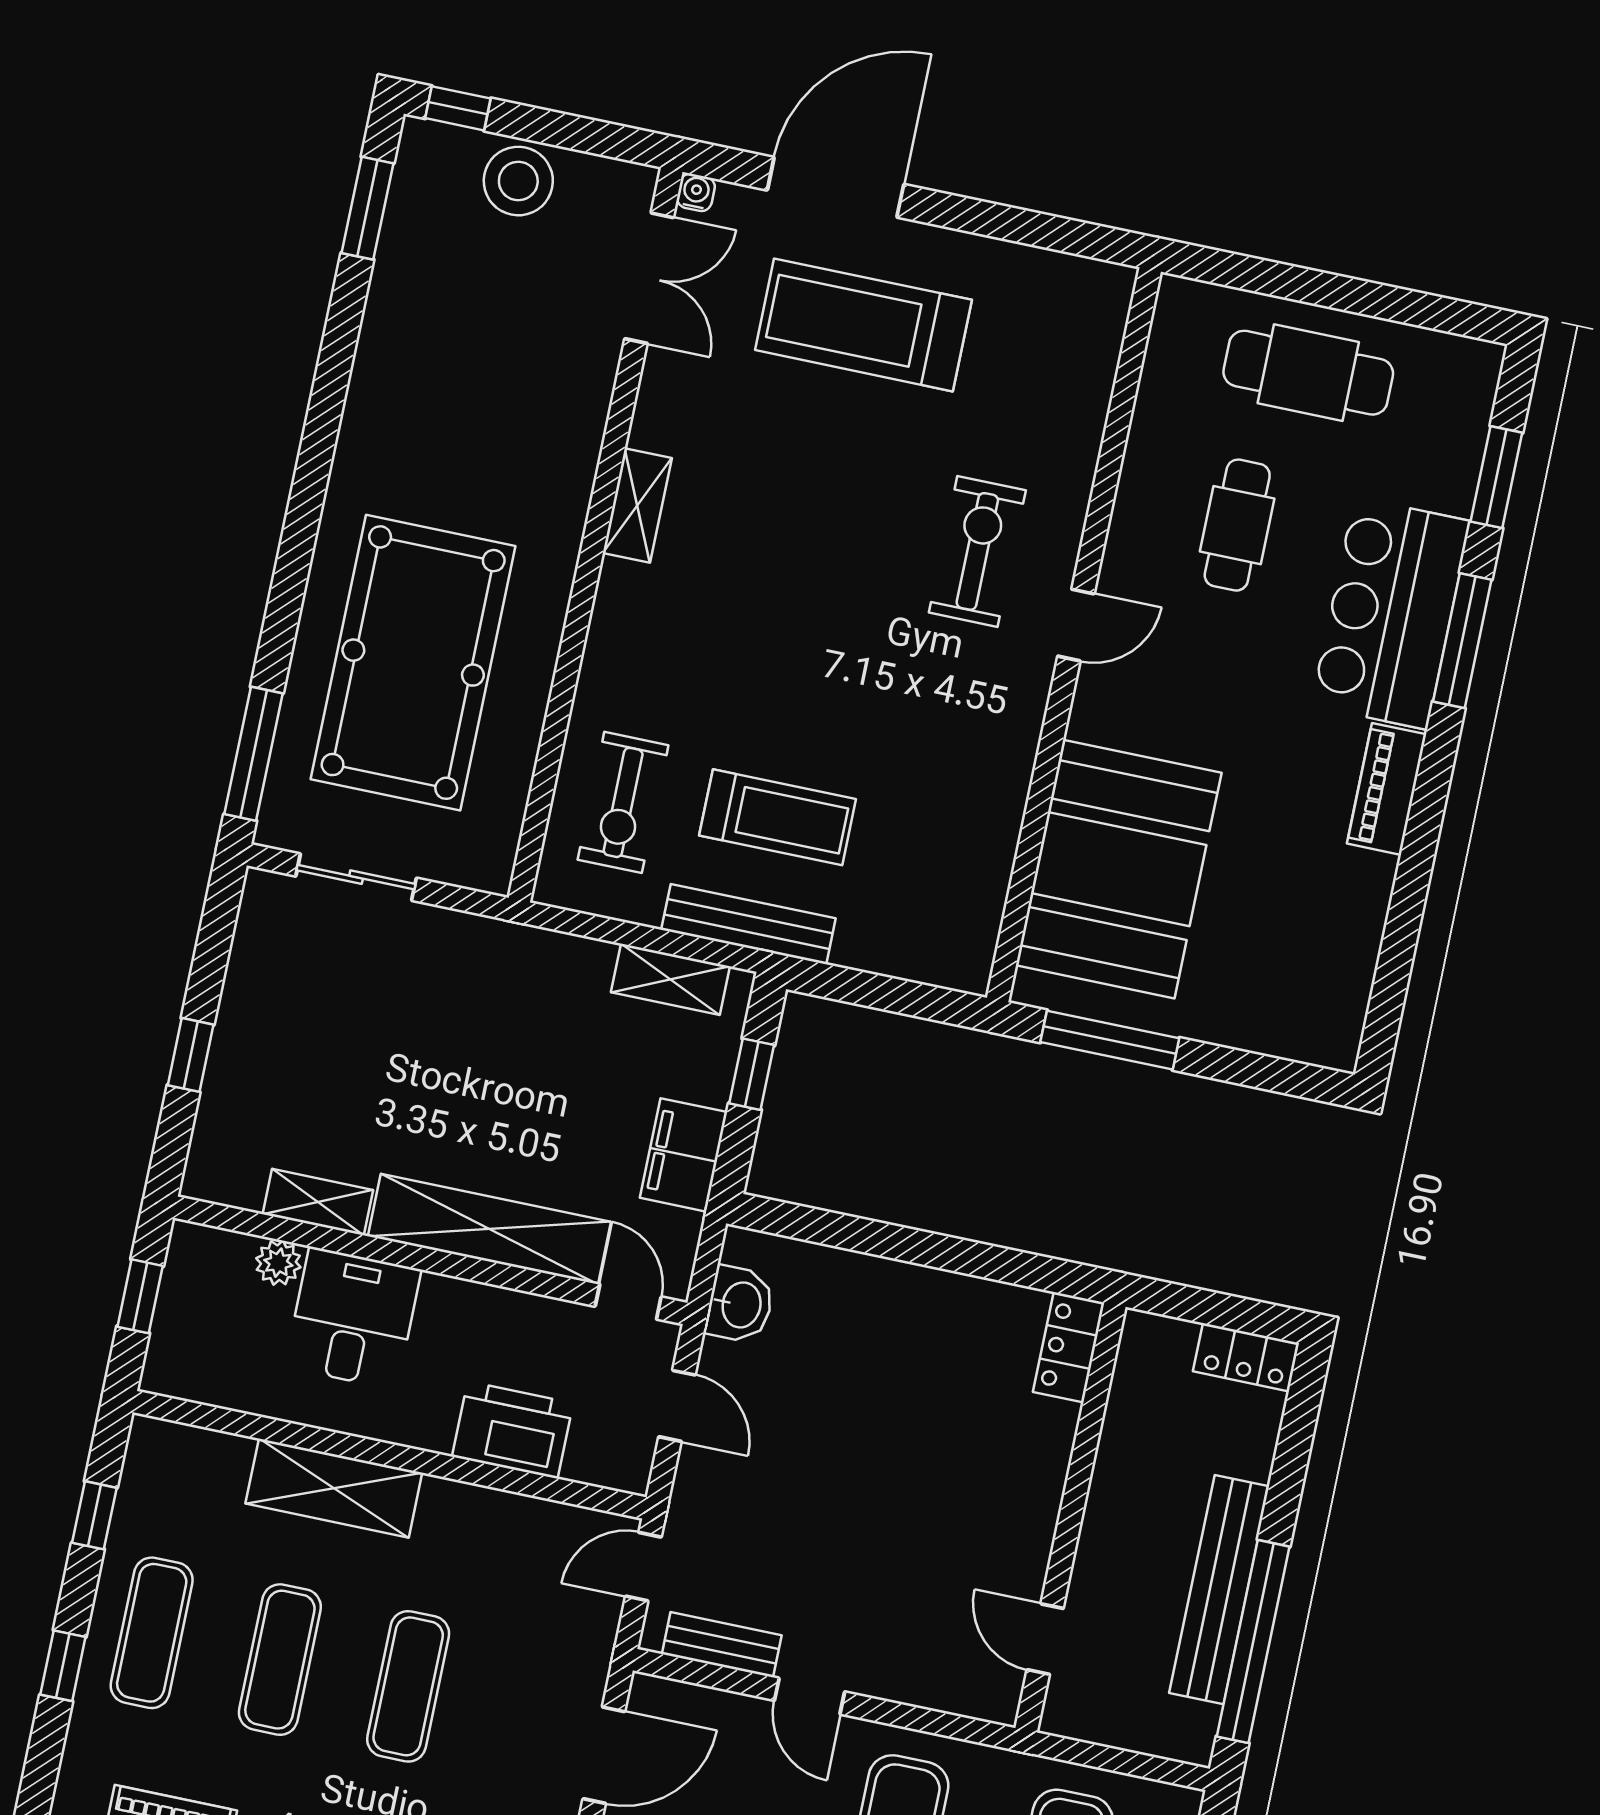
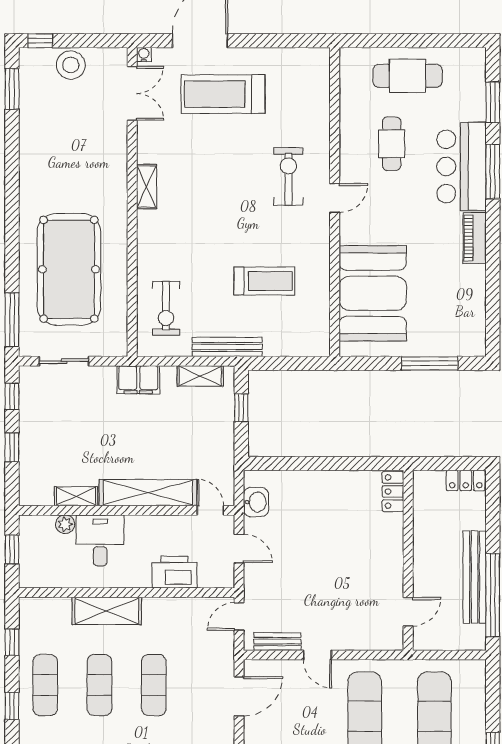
treadmill: (778, 817) -> (264, 281), moved
window: (216, 934) -> (12, 396), added
window: (1110, 1040) -> (430, 363), moved
filing cabinet: (684, 1155) -> (138, 380), moved, turned -90
door: (1045, 1639) -> (408, 612), swing flipped

